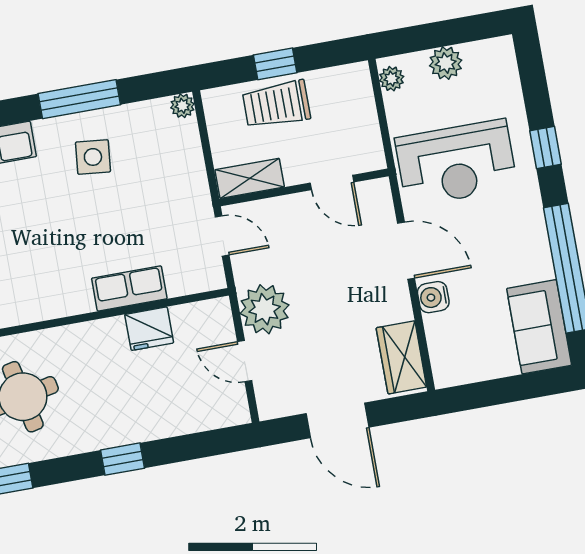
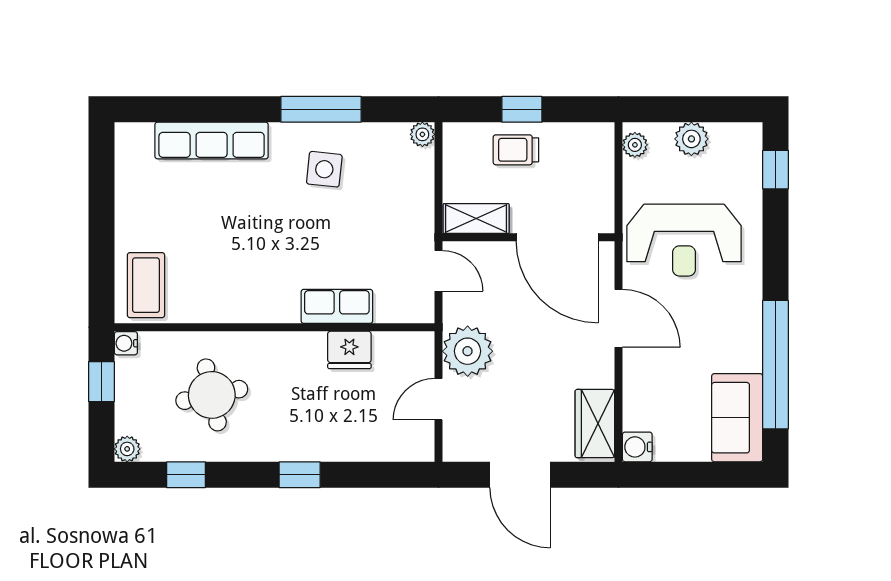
trolley: (276, 104) -> (516, 150), width x0.73, depth x0.72
window: (545, 148) -> (776, 170), moved
door: (332, 182) -> (557, 237), width x1.87
water cooler: (433, 297) -> (637, 447), moved
door: (245, 361) -> (438, 399), hinge flipped

